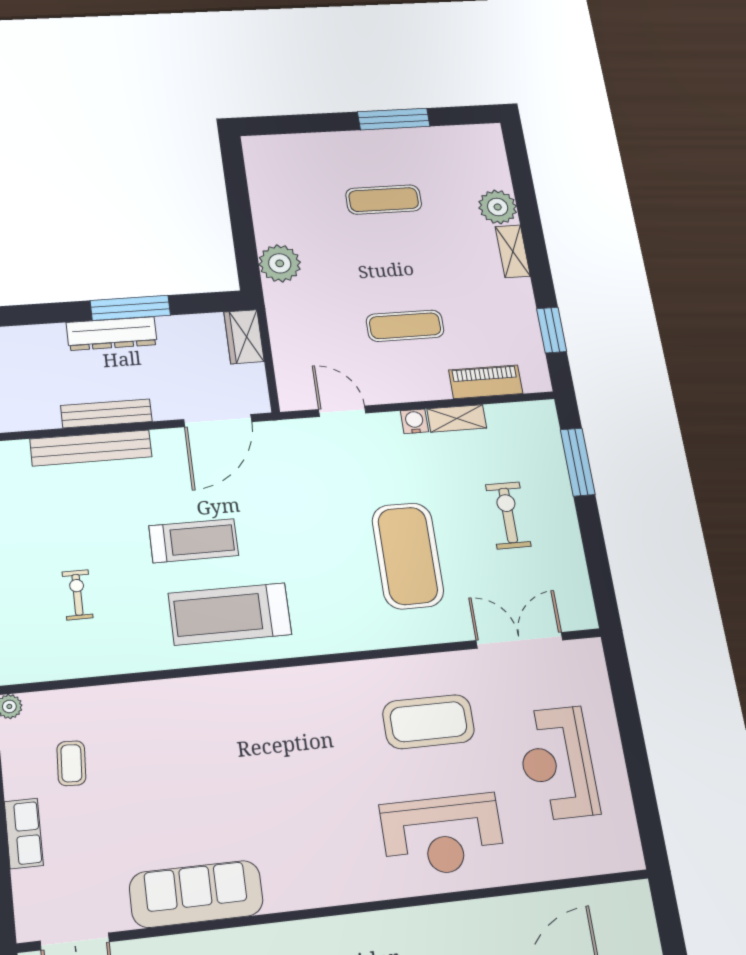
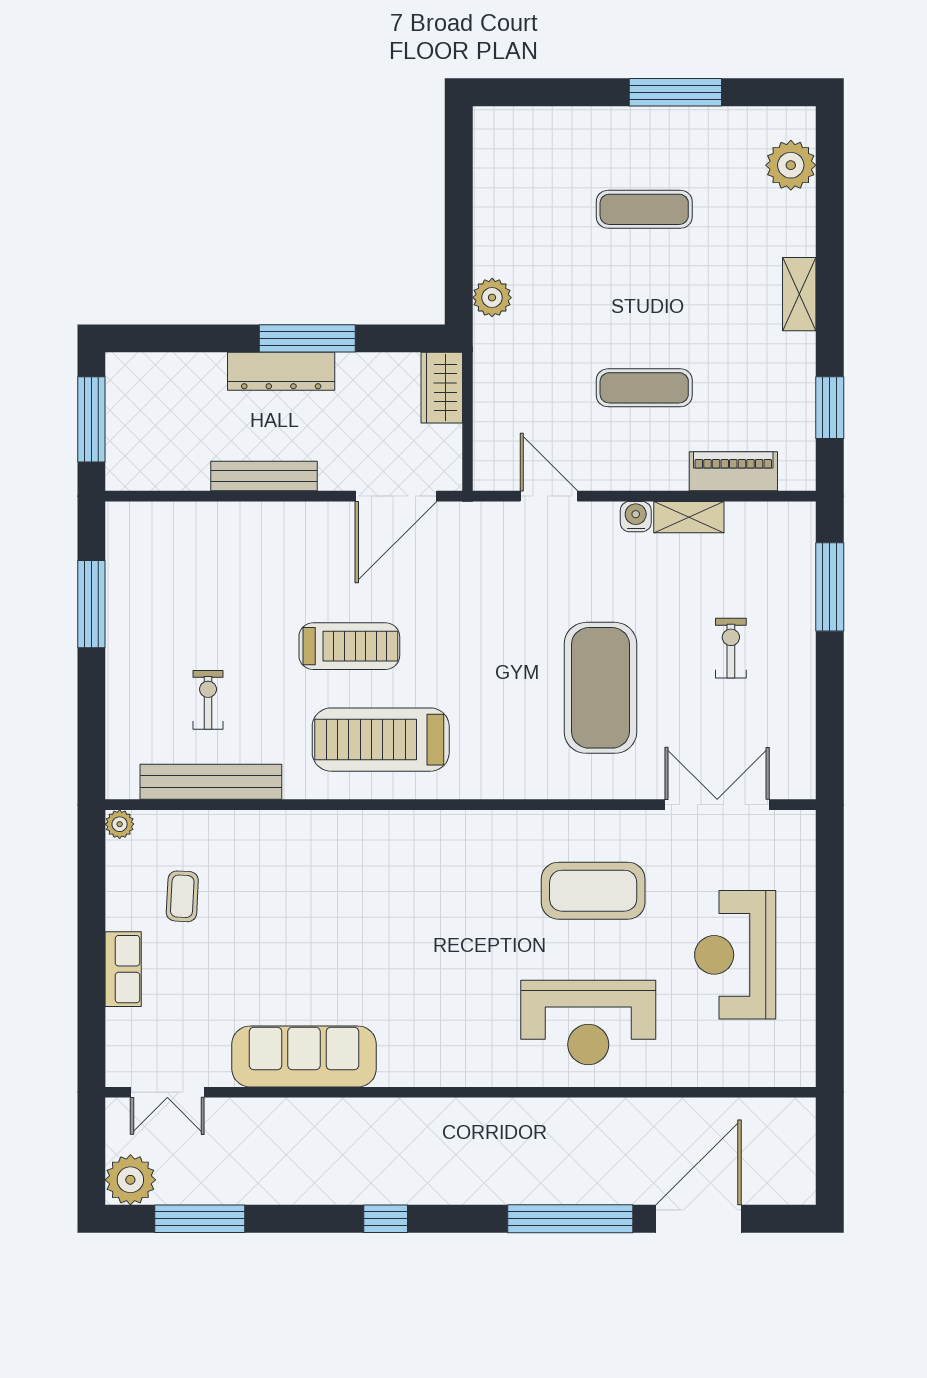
plant: (498, 207) -> (791, 165), moved
plant: (280, 263) -> (492, 298), width x0.73, depth x0.73
bench: (91, 448) -> (211, 782), moved
exercise bike: (508, 515) -> (731, 648), width x0.73, depth x0.72

